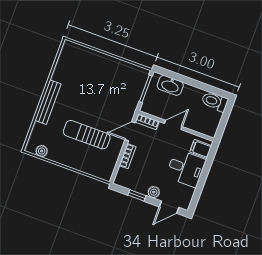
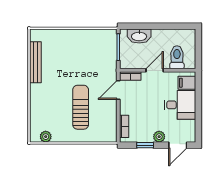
bench: (48, 102) -> (35, 62), moved
toilet: (215, 102) -> (177, 57), moved, turned 90
sun lounger: (87, 135) -> (81, 107), turned 90
bookcase: (128, 156) -> (124, 126), moved

